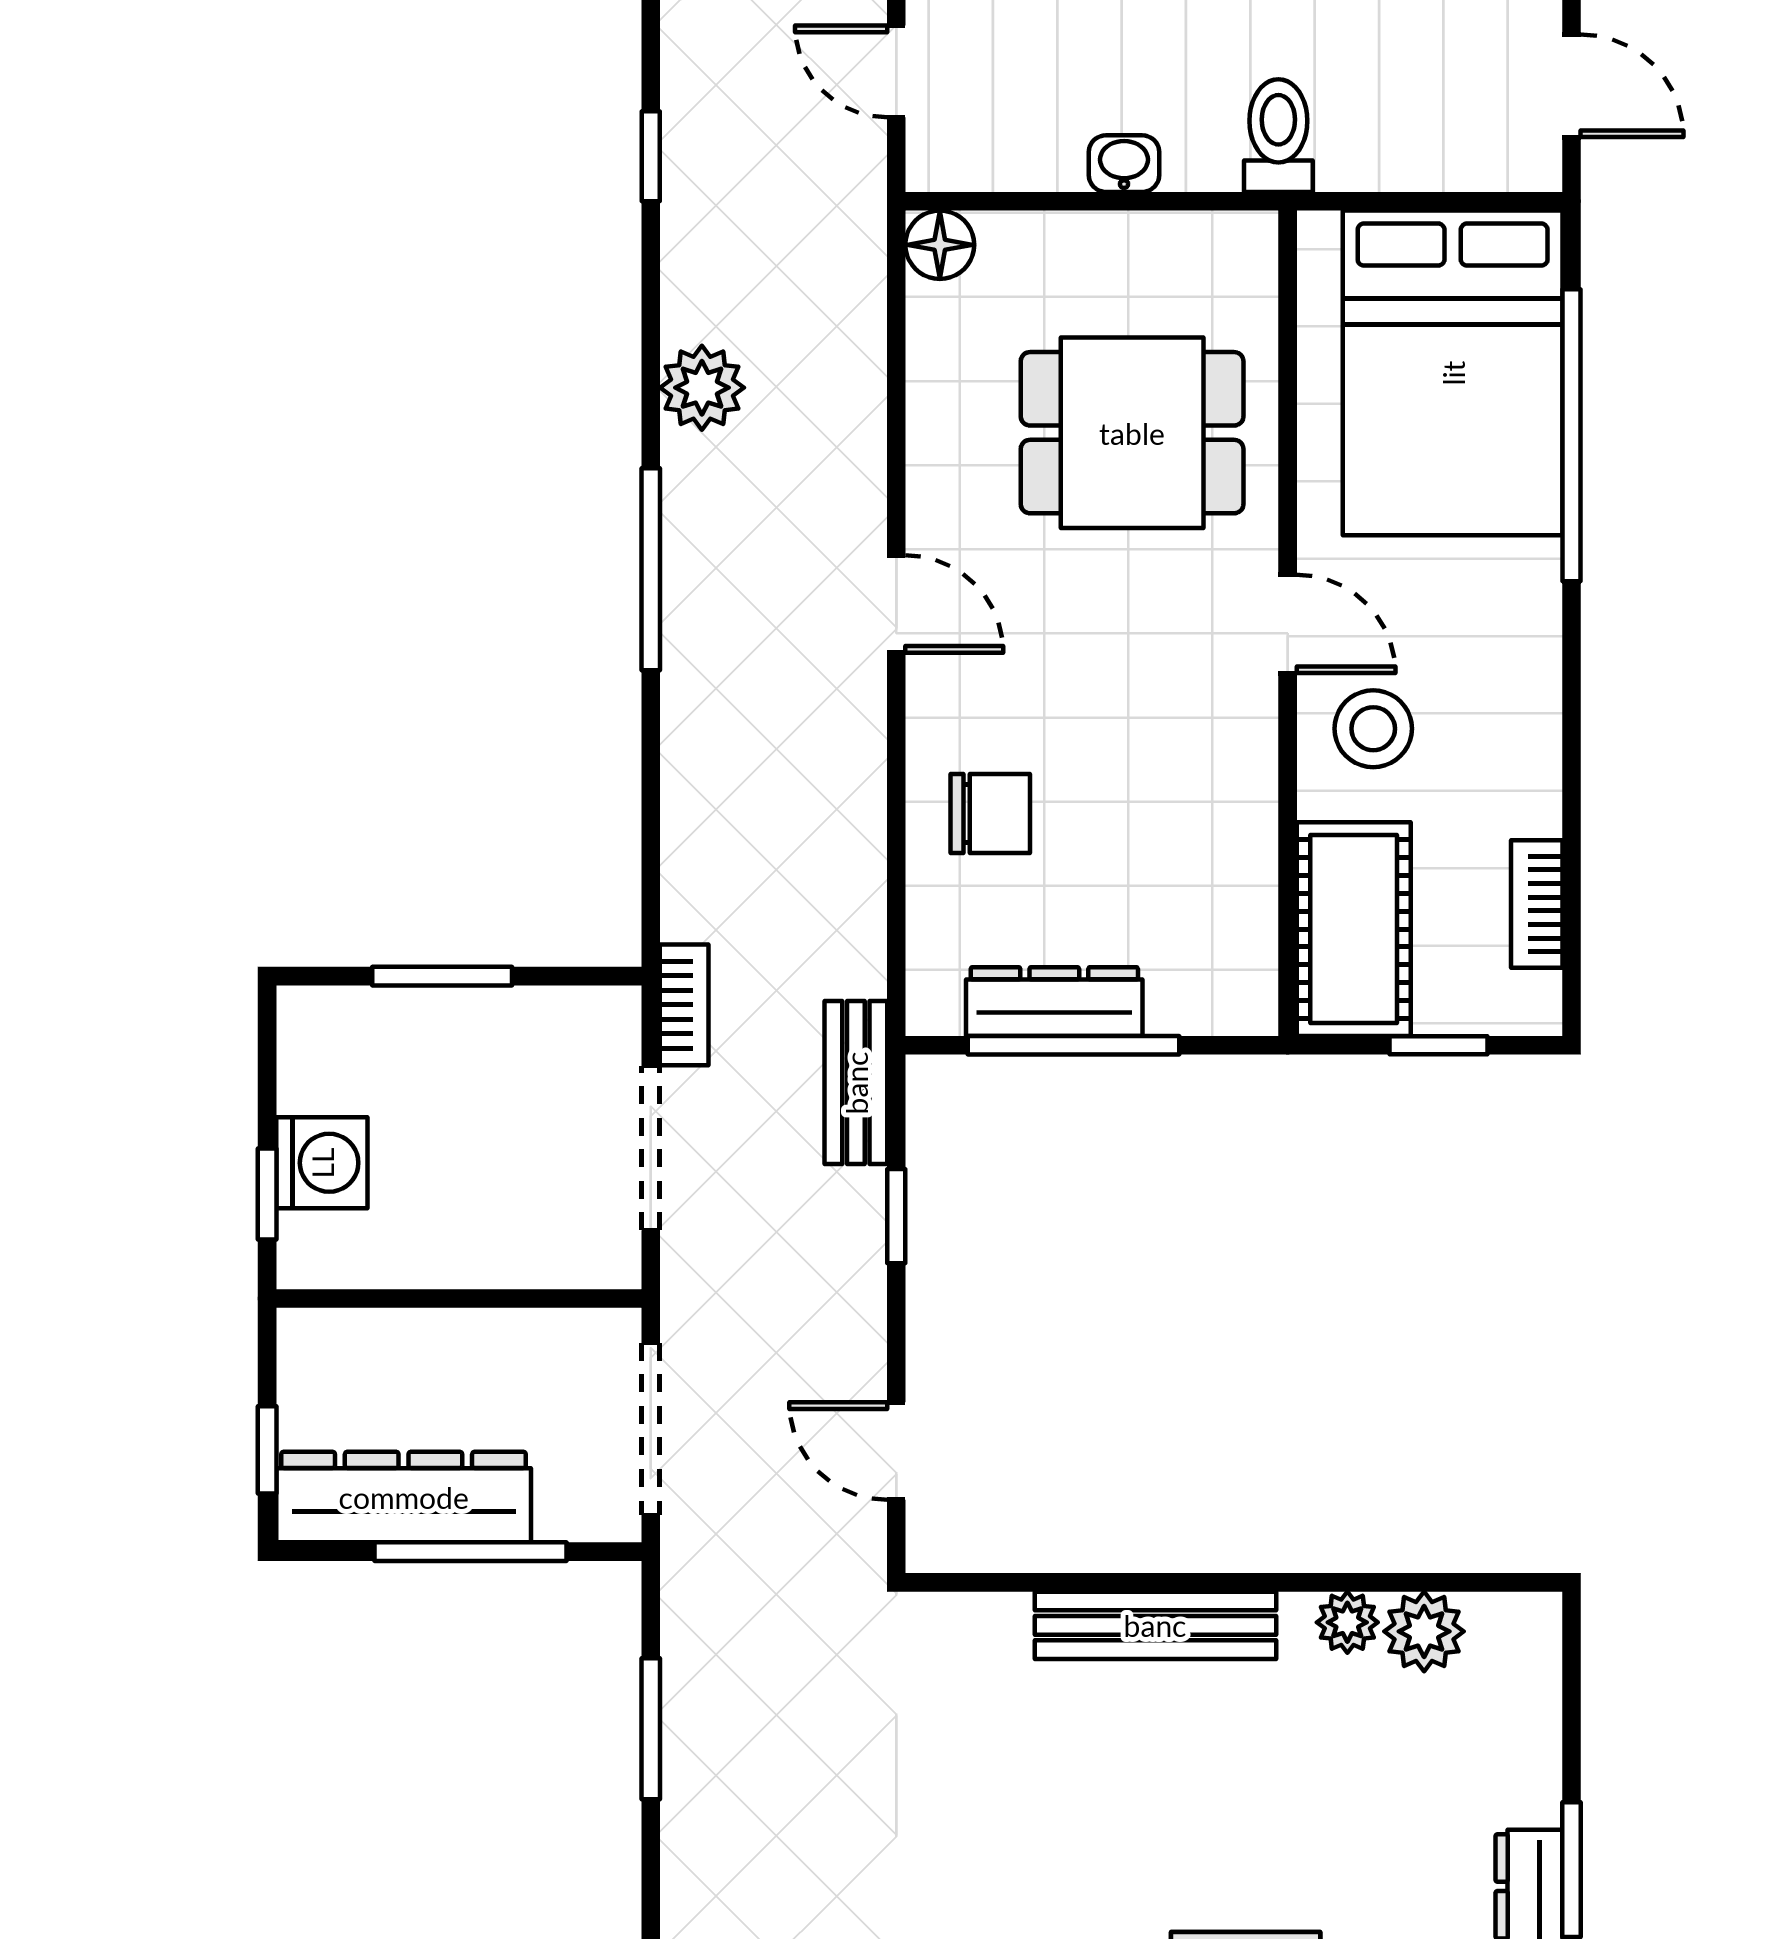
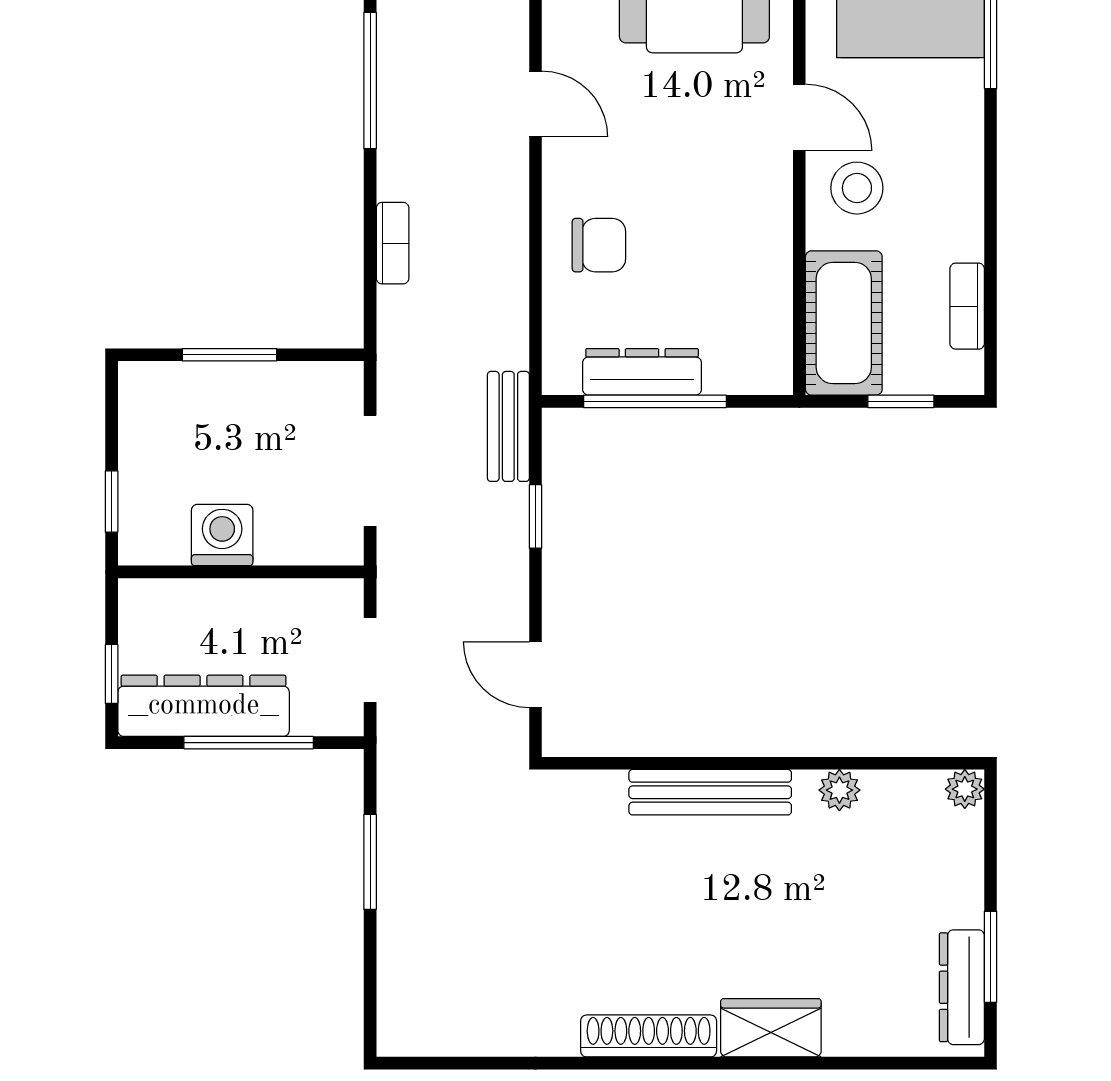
bookcase: (684, 1005) -> (393, 243), moved
washing machine: (322, 1163) -> (222, 535), moved, turned -90
doorway: (651, 1429) -> (370, 660), width x0.73
plant: (1424, 1631) -> (965, 789), moved, width x0.73, depth x0.73

